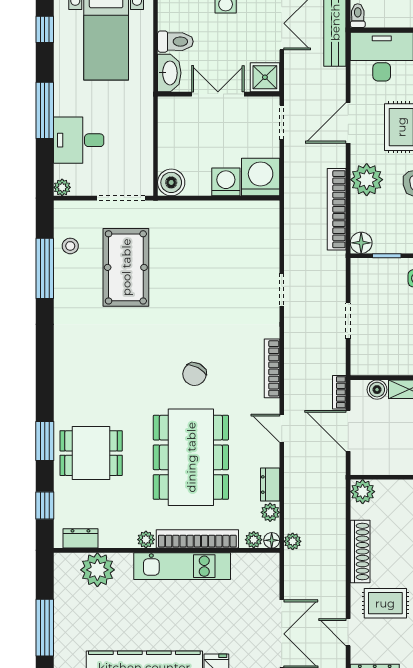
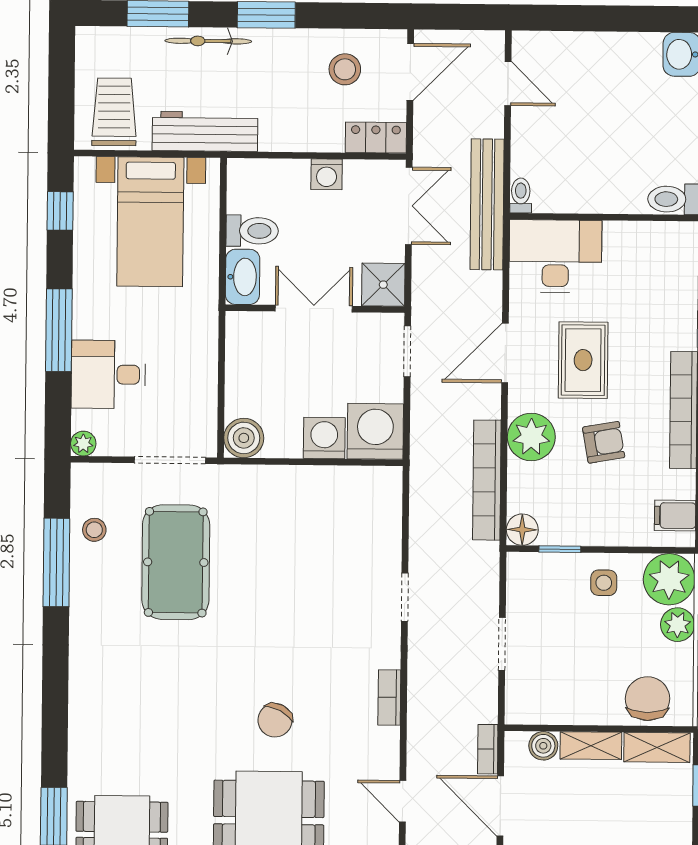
bookcase: (272, 368) -> (389, 697), width x0.64

